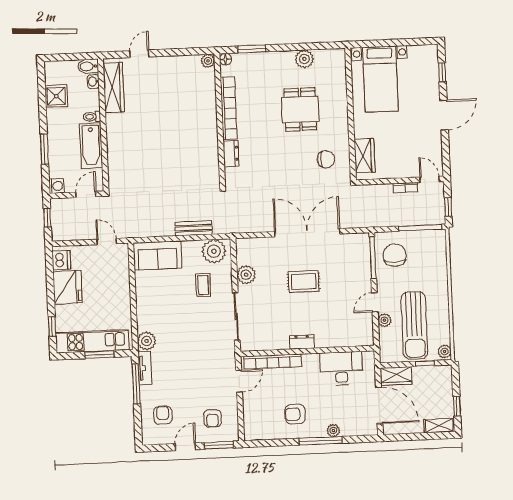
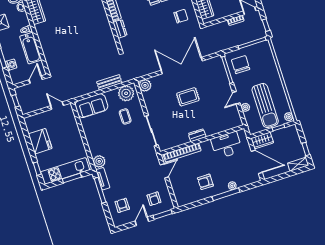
washing machine: (56, 186) -> (11, 65), moved
dishwasher: (61, 260) -> (32, 125), removed
plant: (246, 275) -> (145, 85), moved

